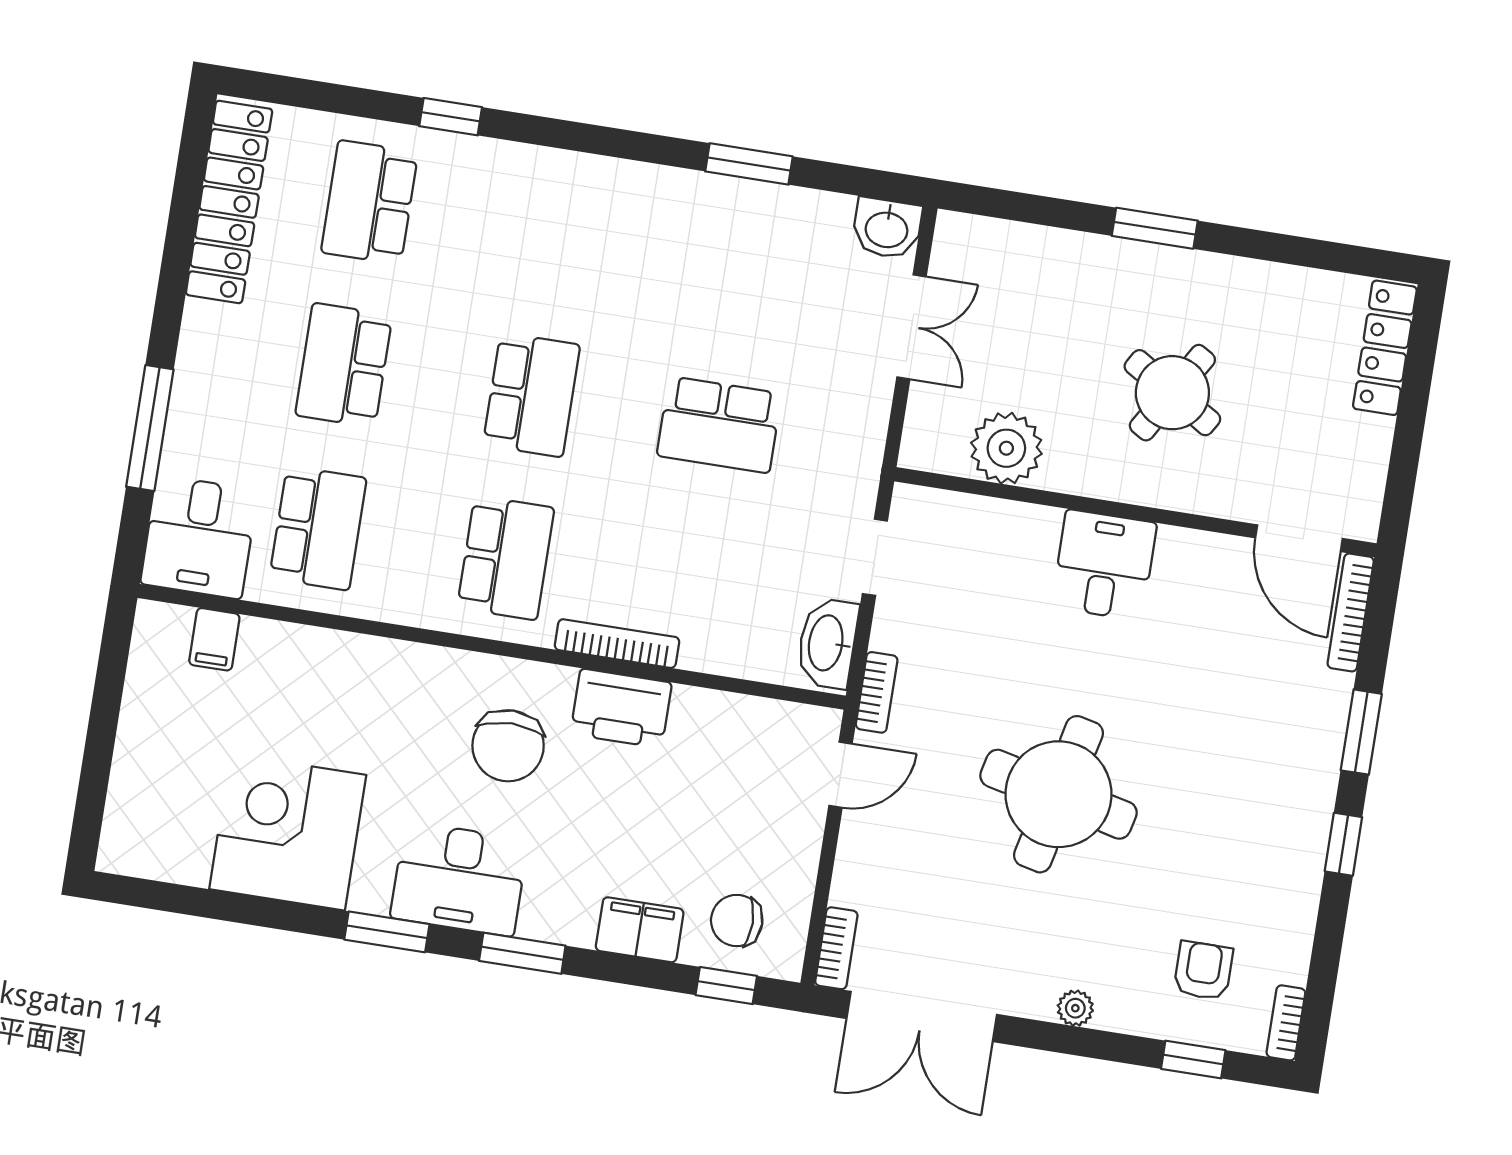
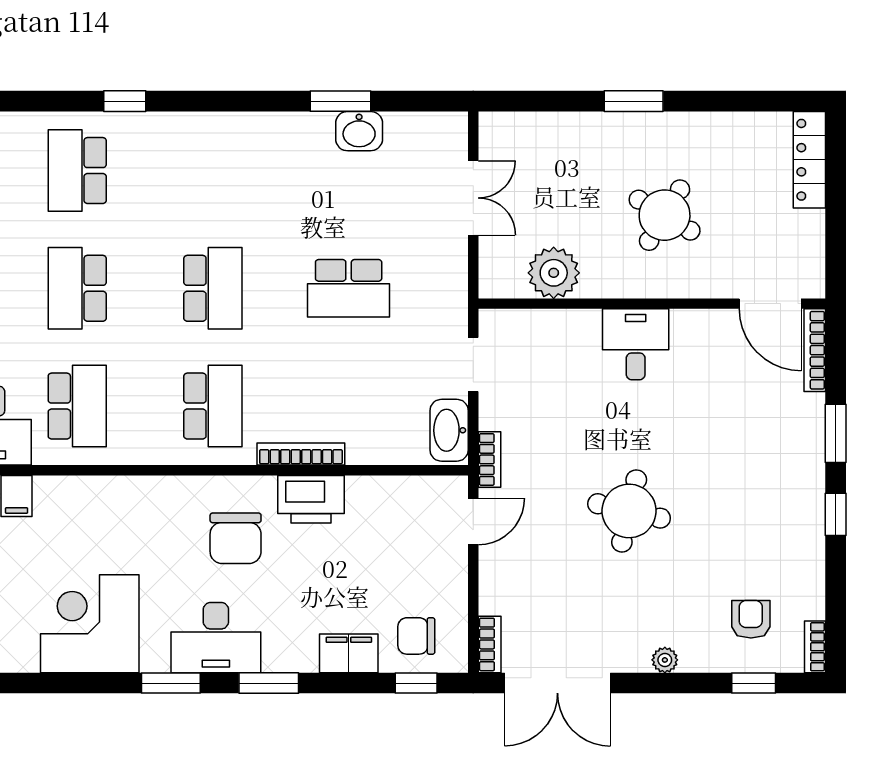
washbasin: (887, 228) -> (359, 131), moved
round table: (1058, 794) -> (629, 511), width x0.73, depth x0.73

